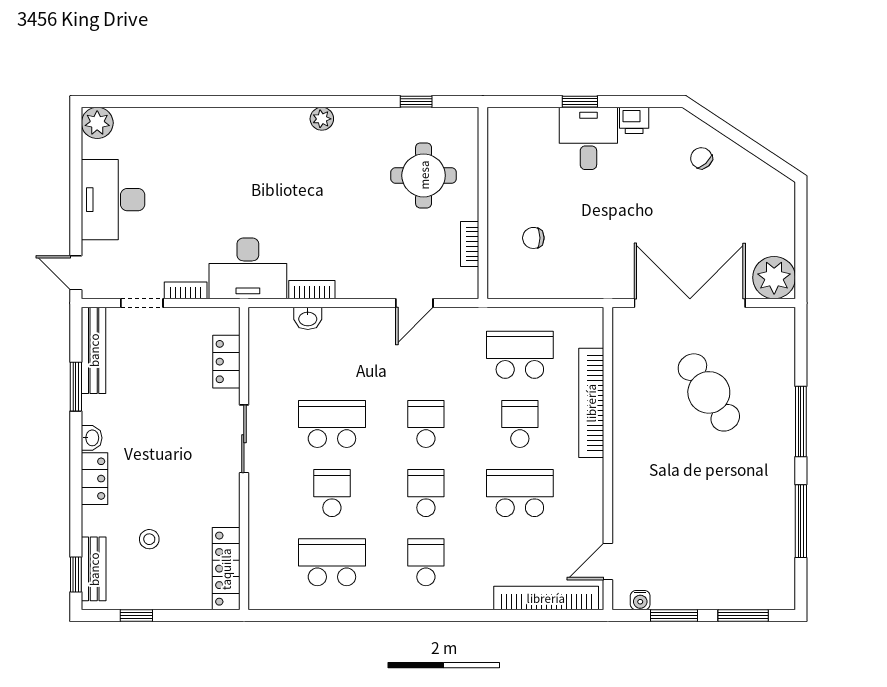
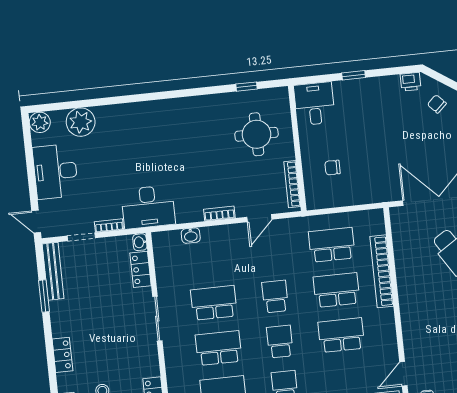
plant: (322, 119) -> (81, 122), moved, width x1.88, depth x1.88
printer: (634, 120) -> (410, 82), moved
desk: (588, 138) -> (314, 104), moved
bookcase: (470, 244) -> (292, 184), width x1.56
bookcase: (312, 290) -> (219, 214), moved
school desk: (520, 424) -> (336, 290), width x1.85
washbasin: (92, 438) -> (140, 242), moved, turned 180
school desk: (332, 493) -> (219, 348), width x1.85

